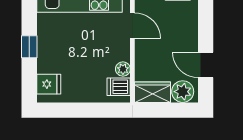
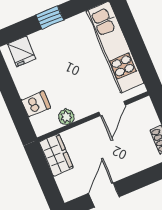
dishwasher: (119, 87) -> (36, 104), moved, turned 90
plant: (183, 92) -> (69, 184), removed

